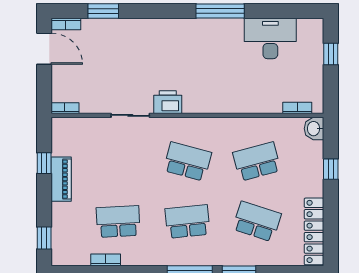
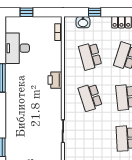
printer: (168, 102) -> (55, 80), moved
washbasin: (314, 129) -> (83, 22), moved
school desk: (187, 161) -> (90, 97), turned -33

